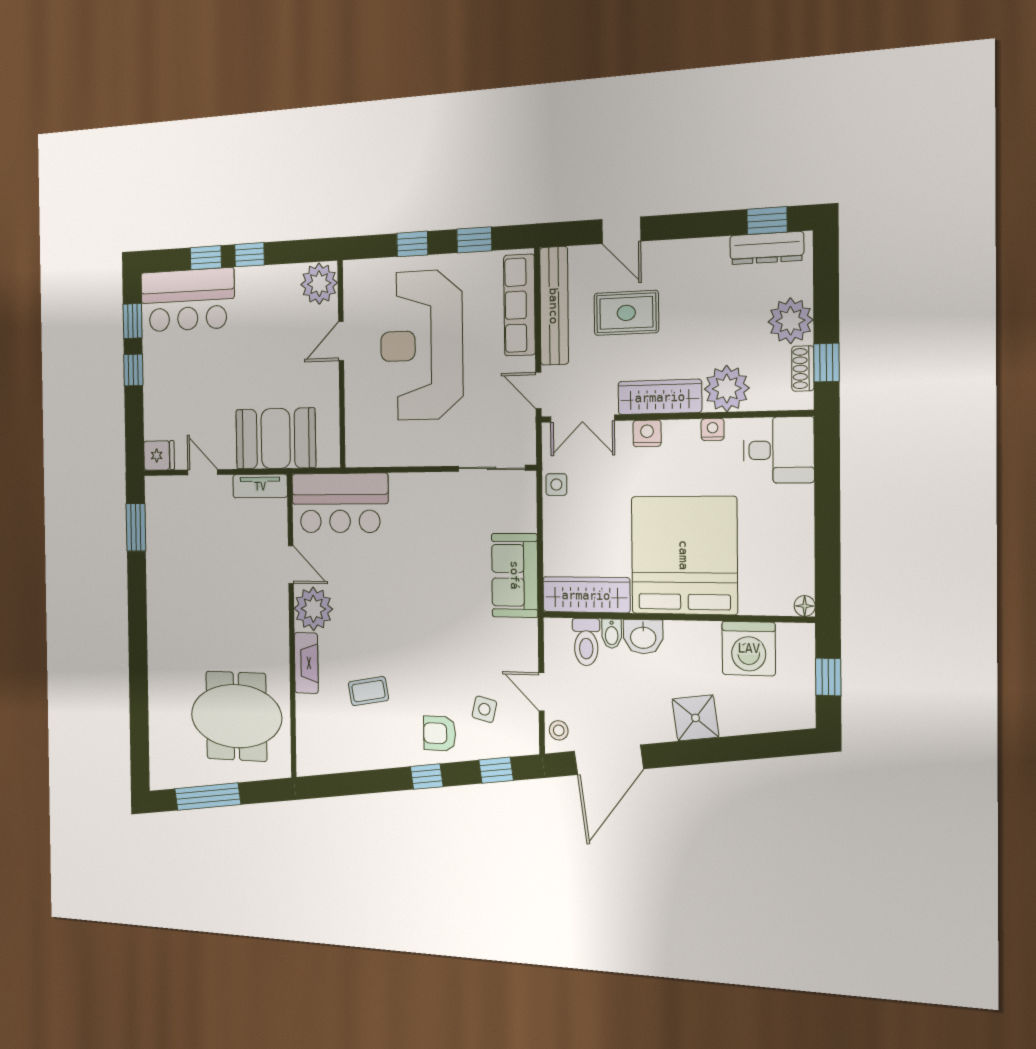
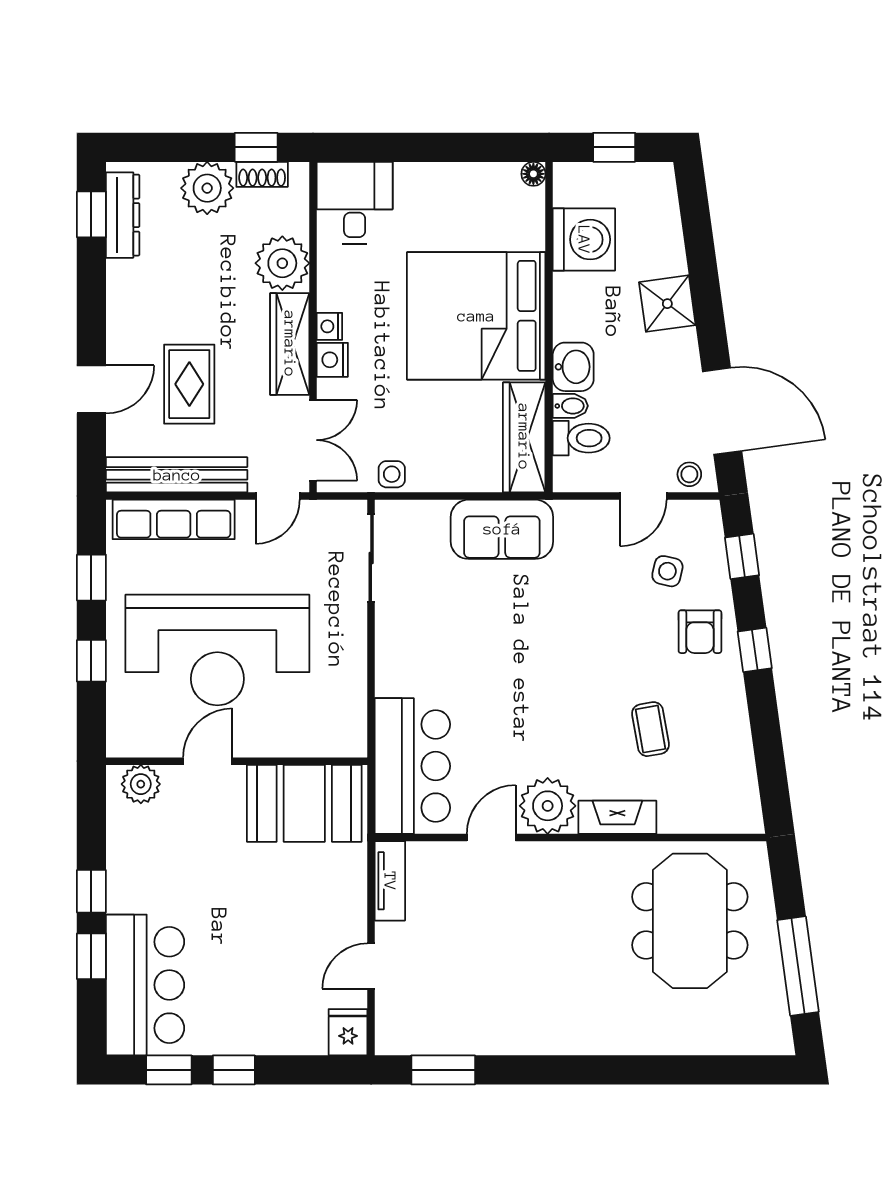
plant: (319, 284) -> (141, 784), width x0.73, depth x0.73
door: (341, 341) -> (208, 761), swing flipped
nightstand: (713, 429) -> (329, 326), moved
booth: (276, 439) -> (304, 803), moved, turned 90

